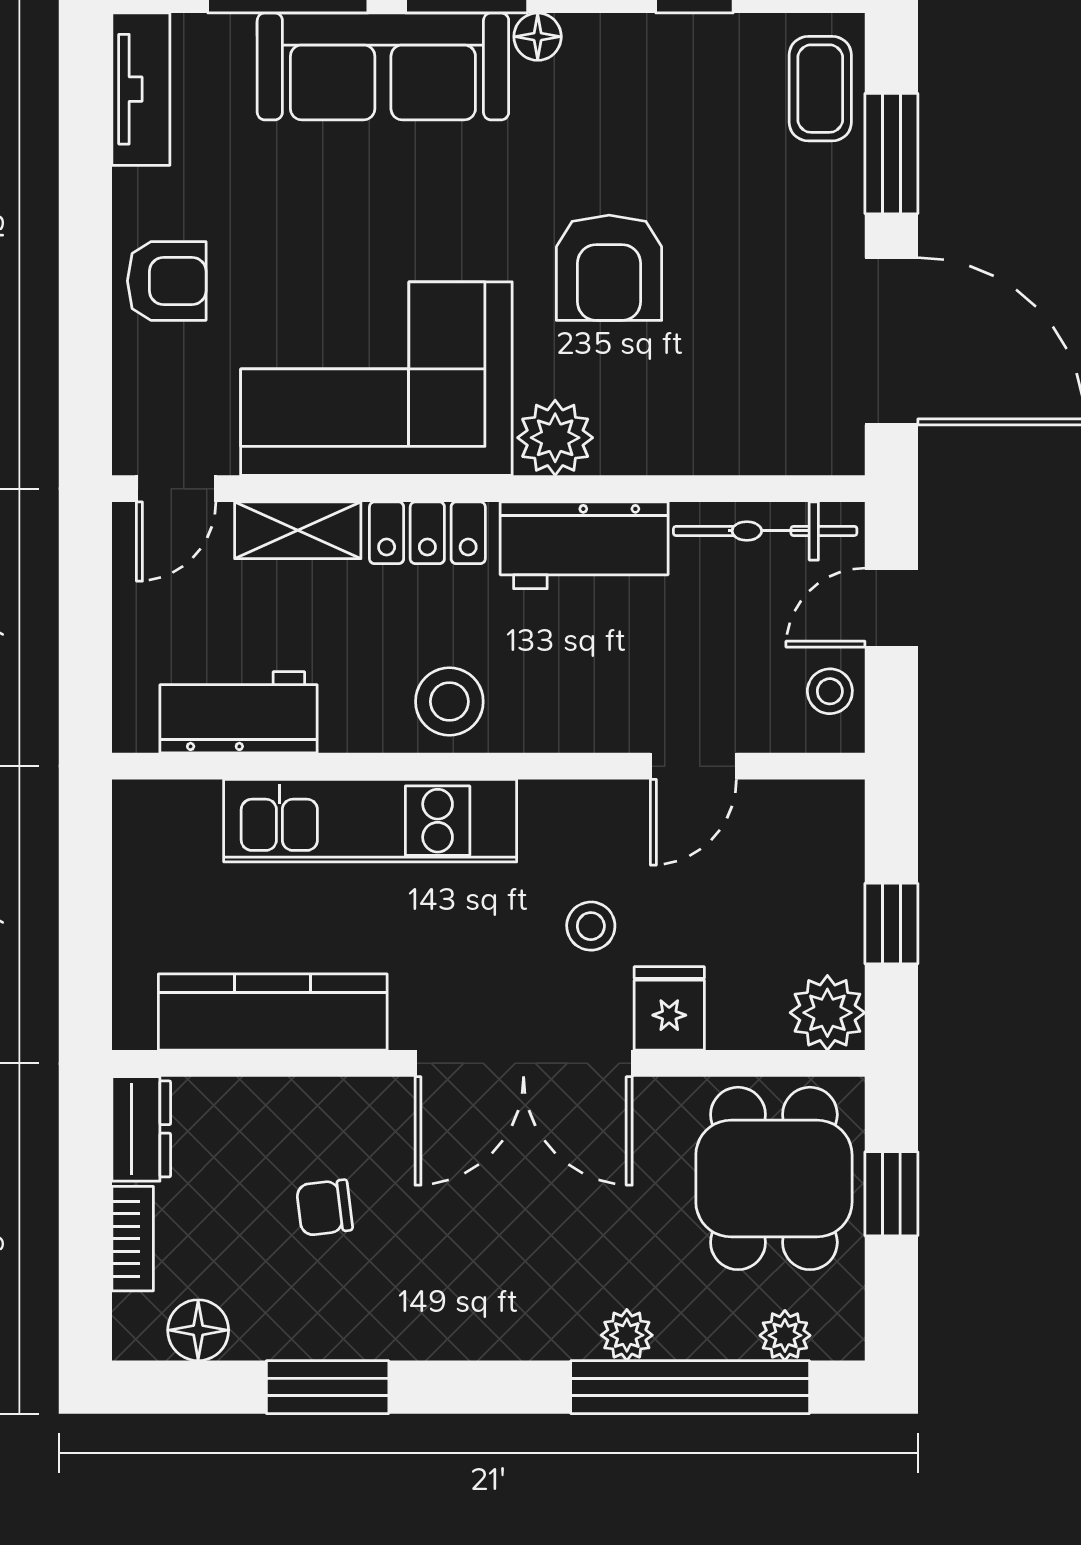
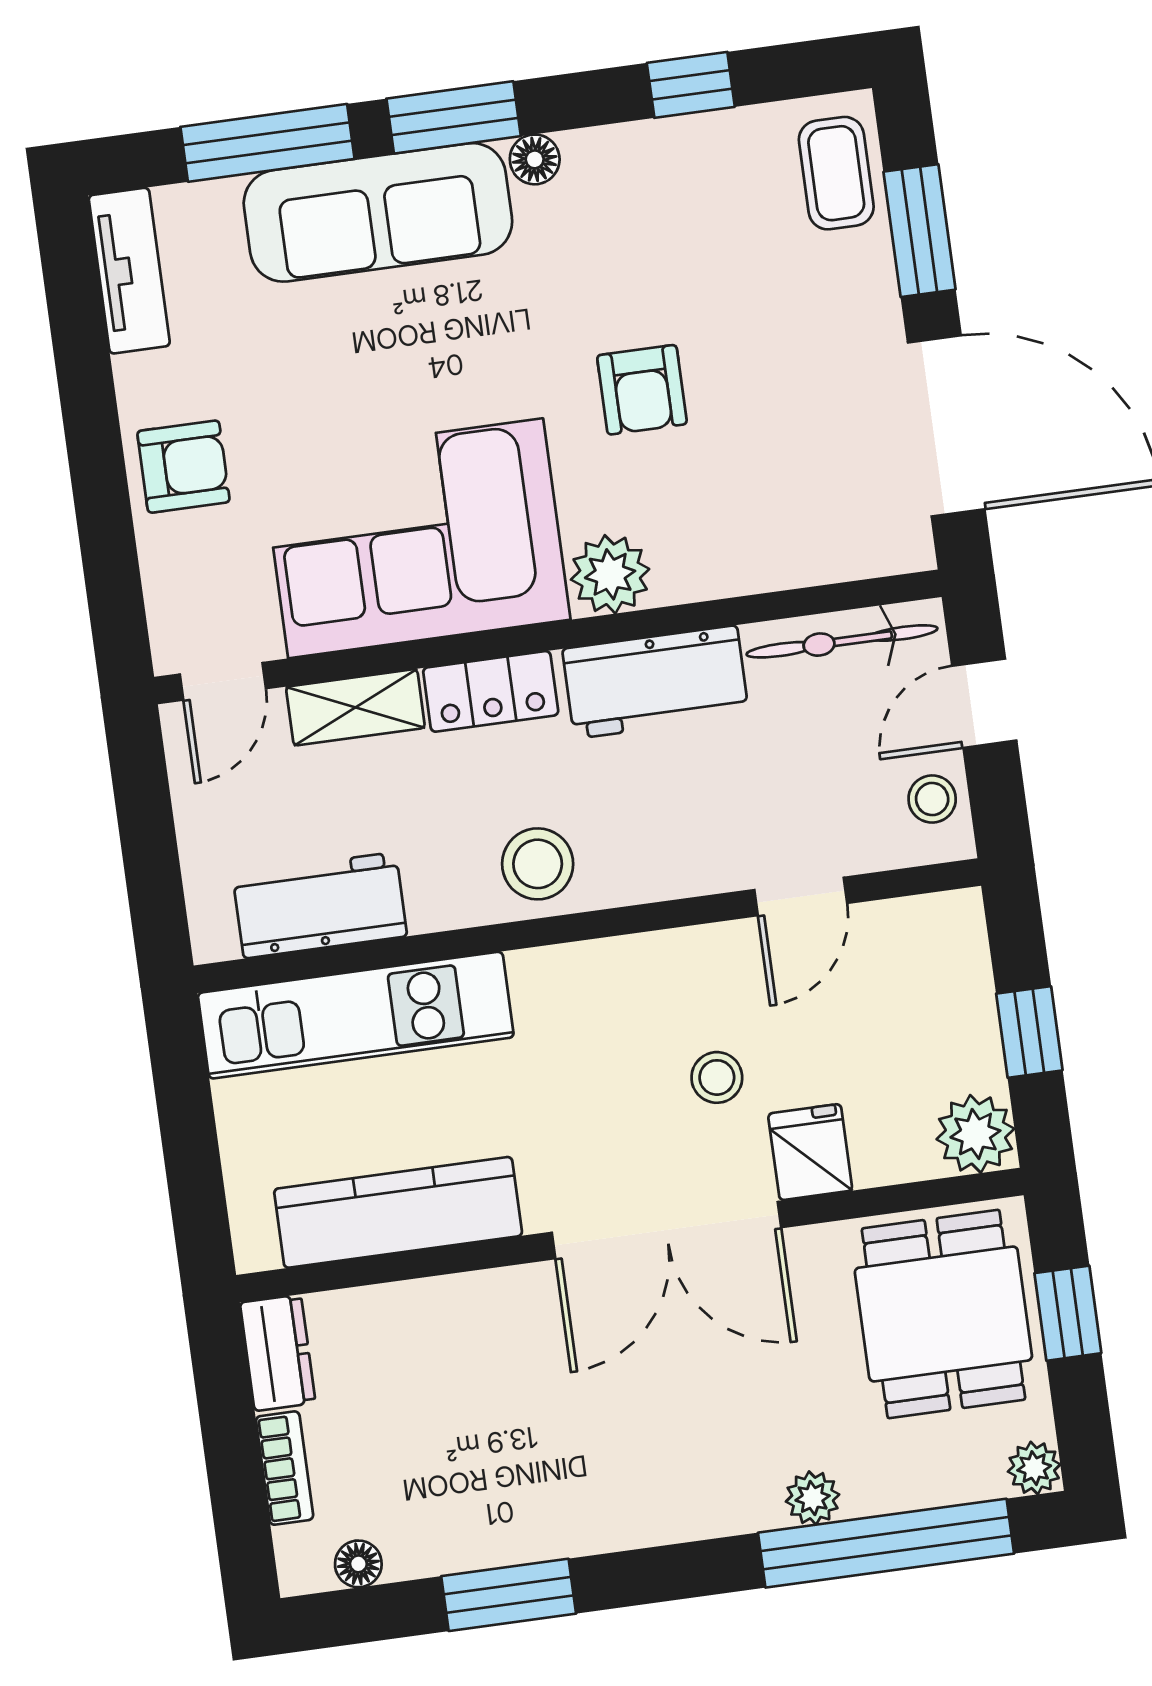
armchair: (609, 268) -> (642, 390), width x0.72, depth x0.72
kitchen unit: (370, 821) -> (356, 1015), moved
chair: (324, 1208) -> (480, 1409), removed
floor lamp: (198, 1330) -> (358, 1564), width x0.73, depth x0.73
plant: (785, 1335) -> (1034, 1468), moved

